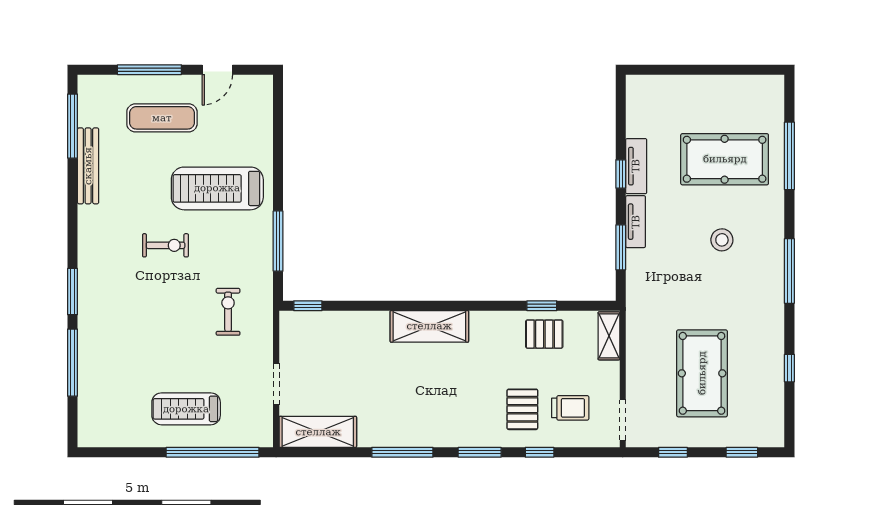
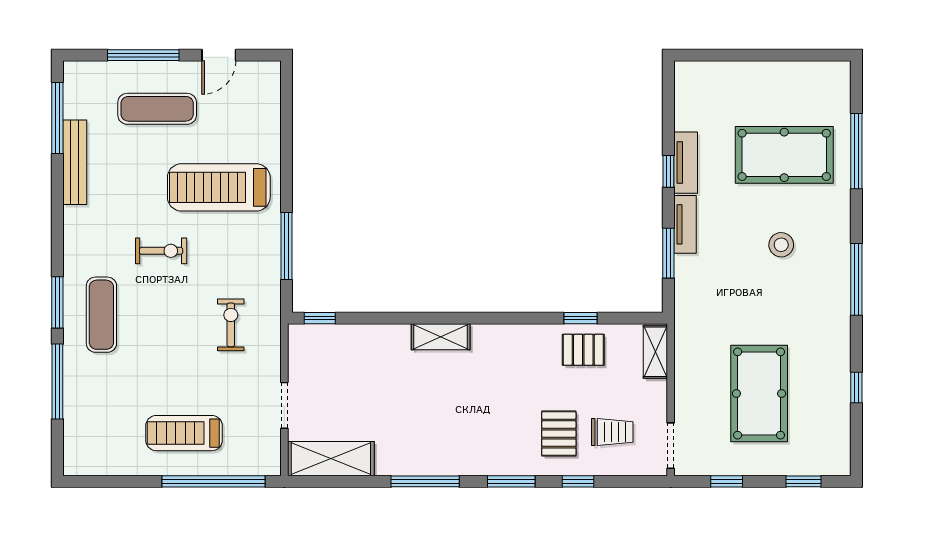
exercise mat: (112, 303) -> (101, 315), added
shelving: (429, 326) -> (441, 337), width x0.67, depth x0.75

